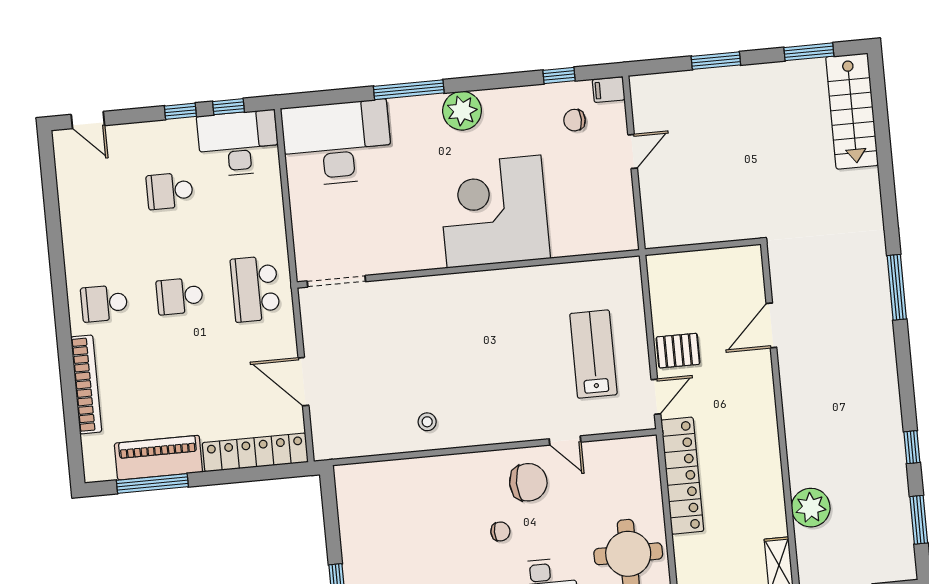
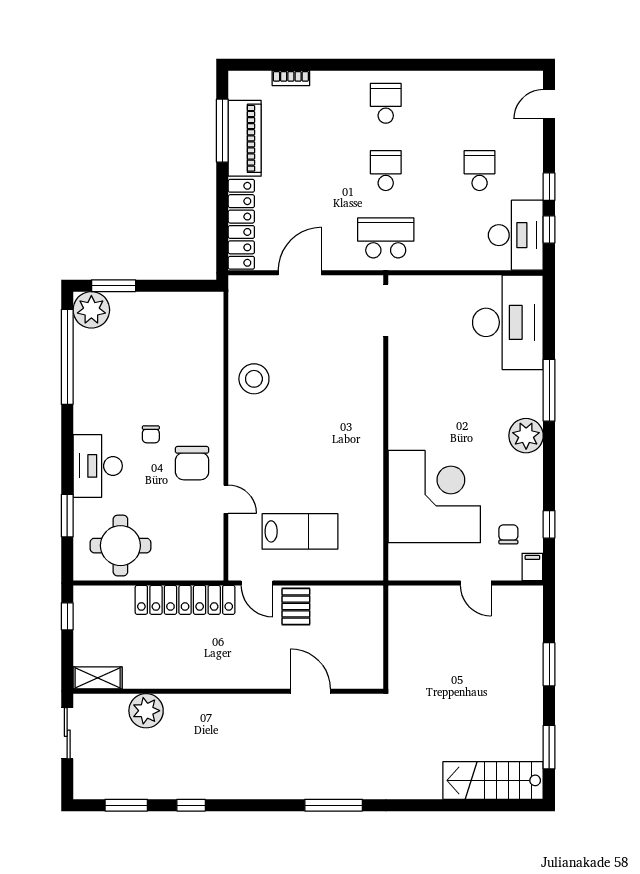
corner desk: (494, 212) -> (434, 497), moved
bookcase: (86, 384) -> (291, 78), width x0.43, depth x0.76
stool: (427, 422) -> (254, 379), width x1.89, depth x1.89
door: (565, 440) -> (226, 499), swing flipped

